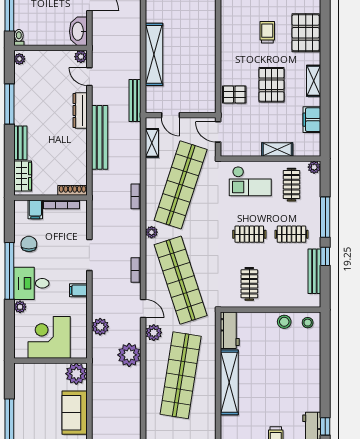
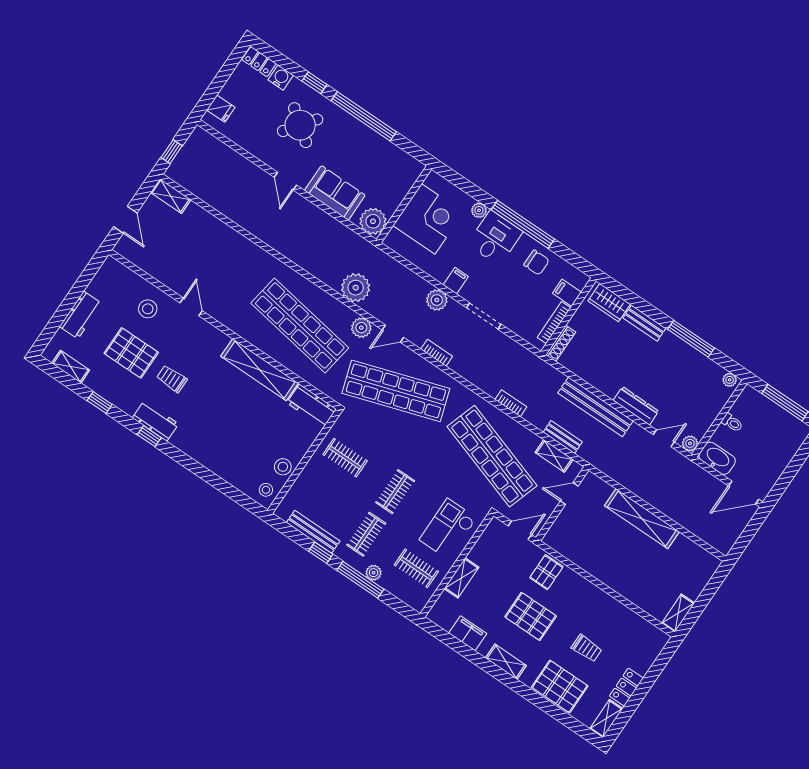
toilet: (19, 38) -> (732, 423), moved
bench: (135, 100) -> (563, 437), moved, width x0.73
plant: (314, 167) -> (374, 573), moved
plant: (152, 232) -> (464, 394), removed
plant: (100, 327) -> (437, 300), moved

